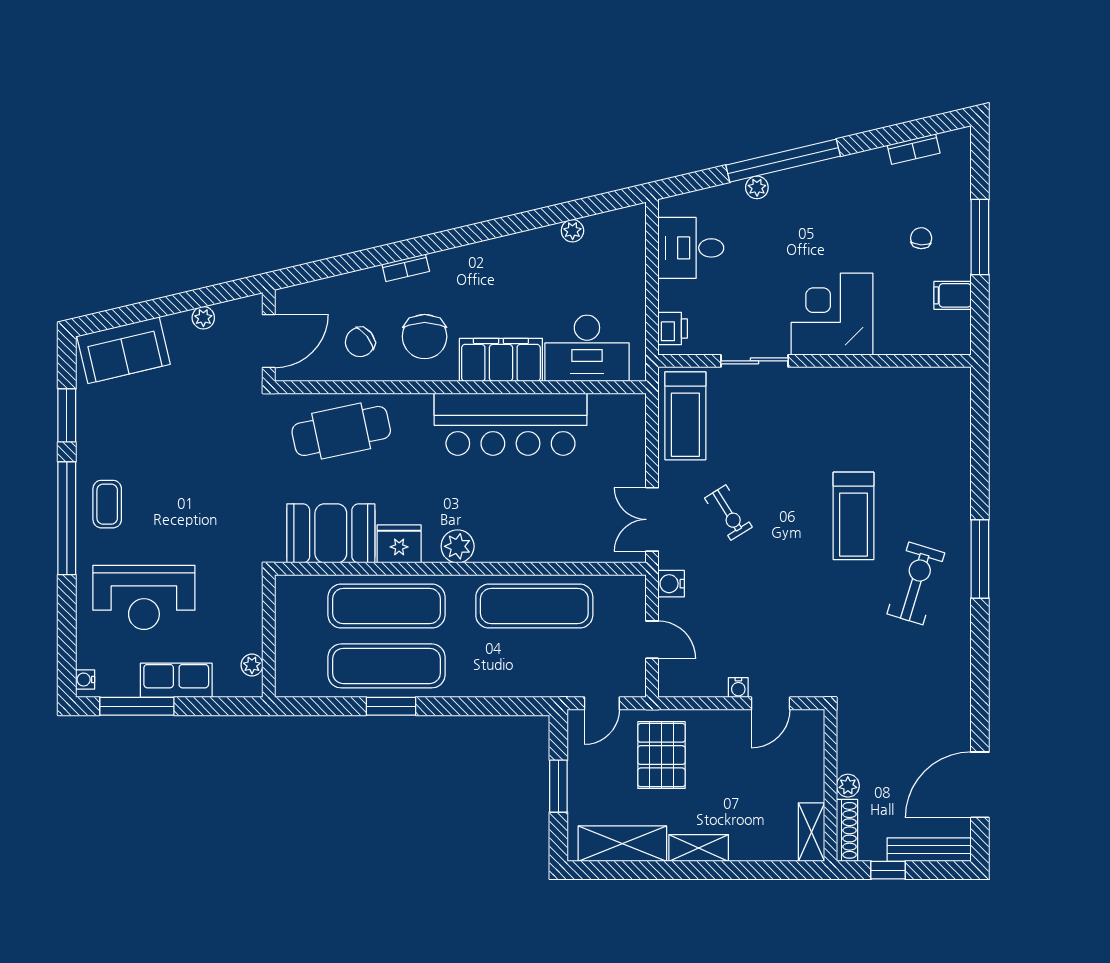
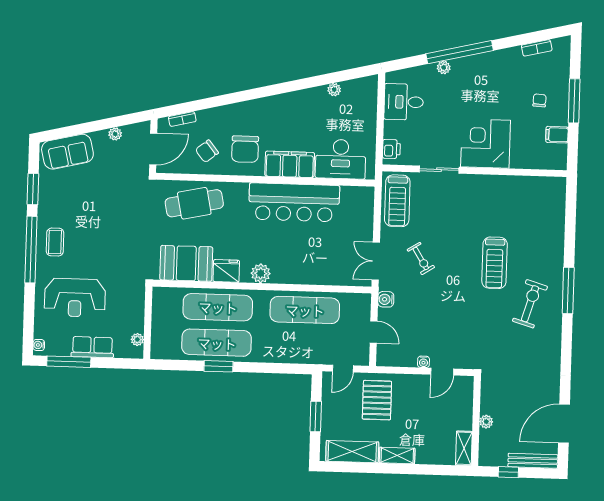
bookcase: (406, 268) -> (182, 119), moved
shoe rack: (847, 830) -> (485, 448), removed

